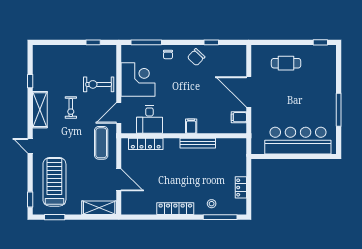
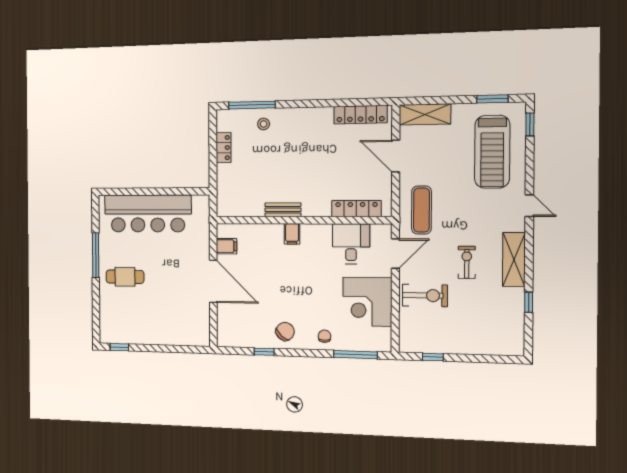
cafe table: (286, 63) -> (125, 277), moved
bench: (198, 143) -> (283, 210), width x0.73
locker: (175, 209) -> (360, 115), moved

